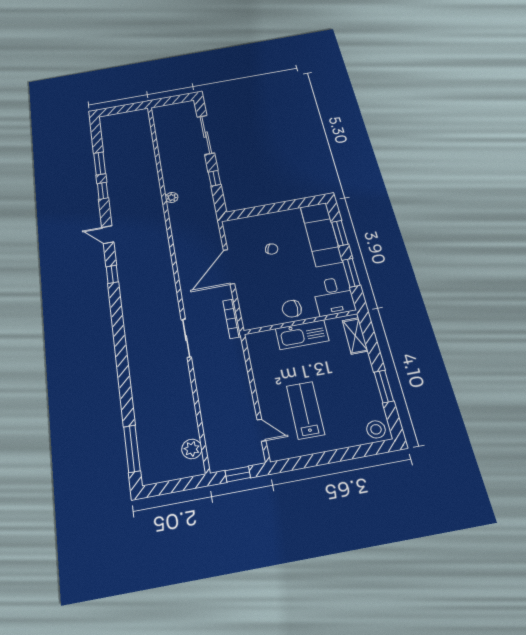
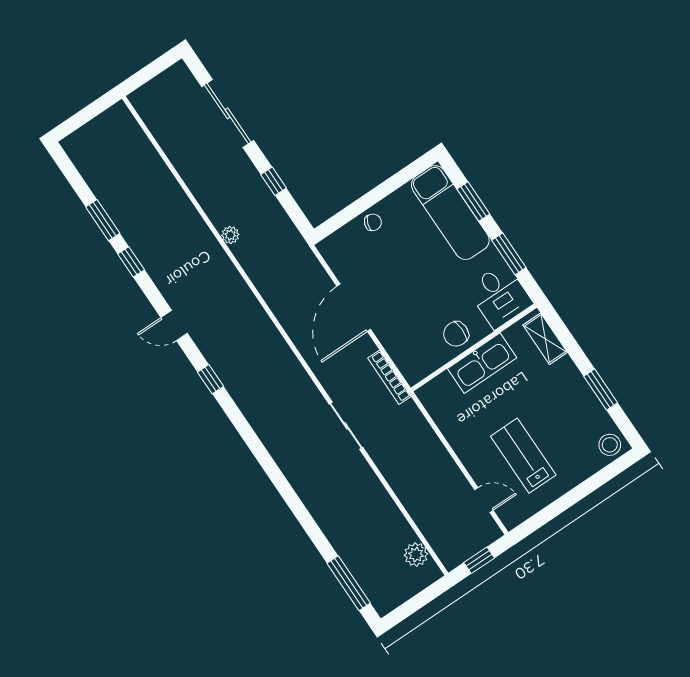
chair: (272, 249) -> (373, 222), moved

